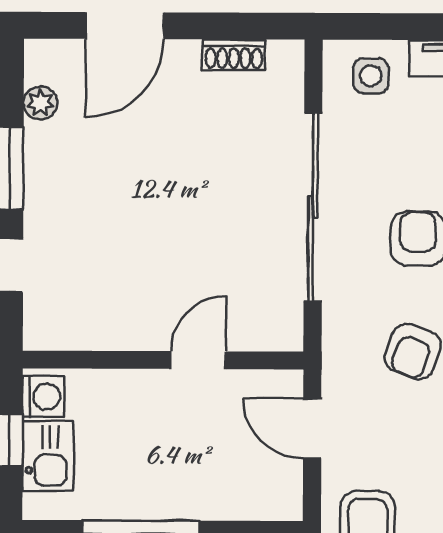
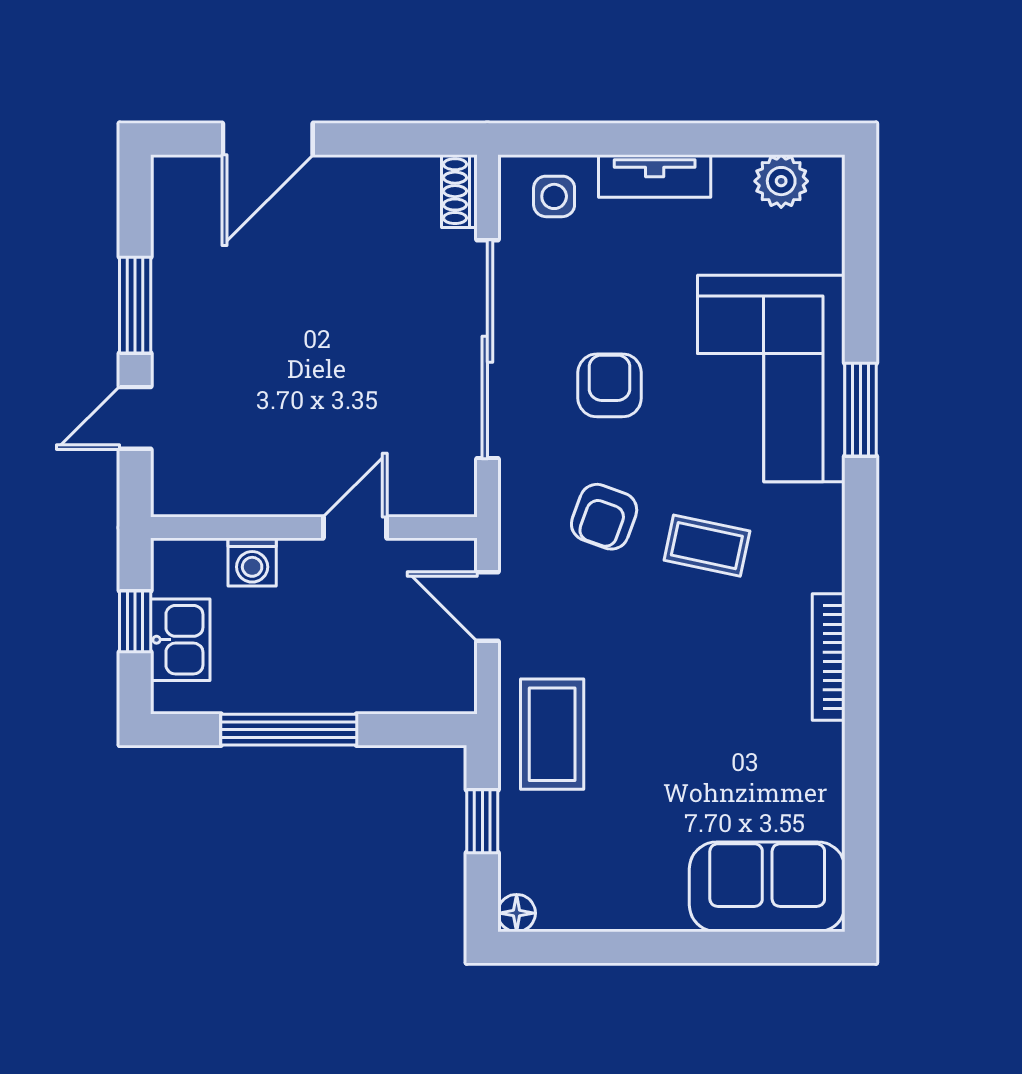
shoe rack: (234, 55) -> (459, 191), moved, turned 90
plant: (40, 103) -> (170, 229), removed
washing machine: (43, 397) -> (252, 562), moved, turned 90

